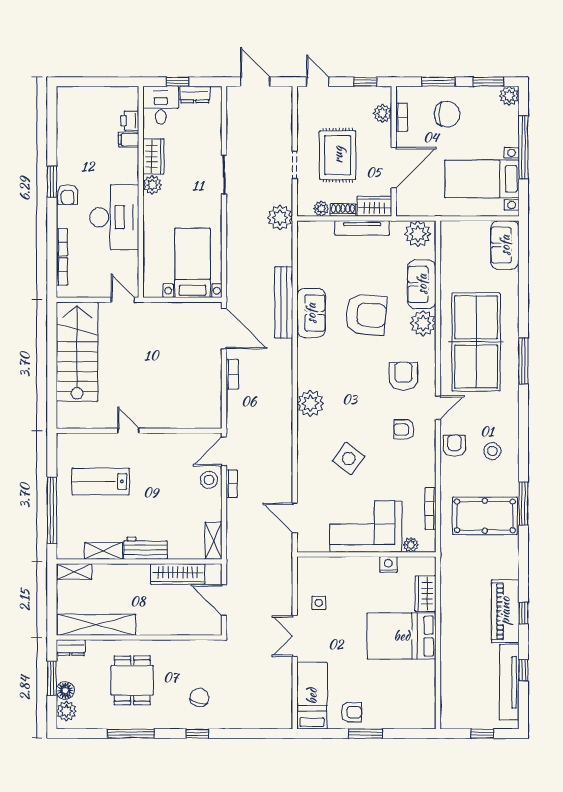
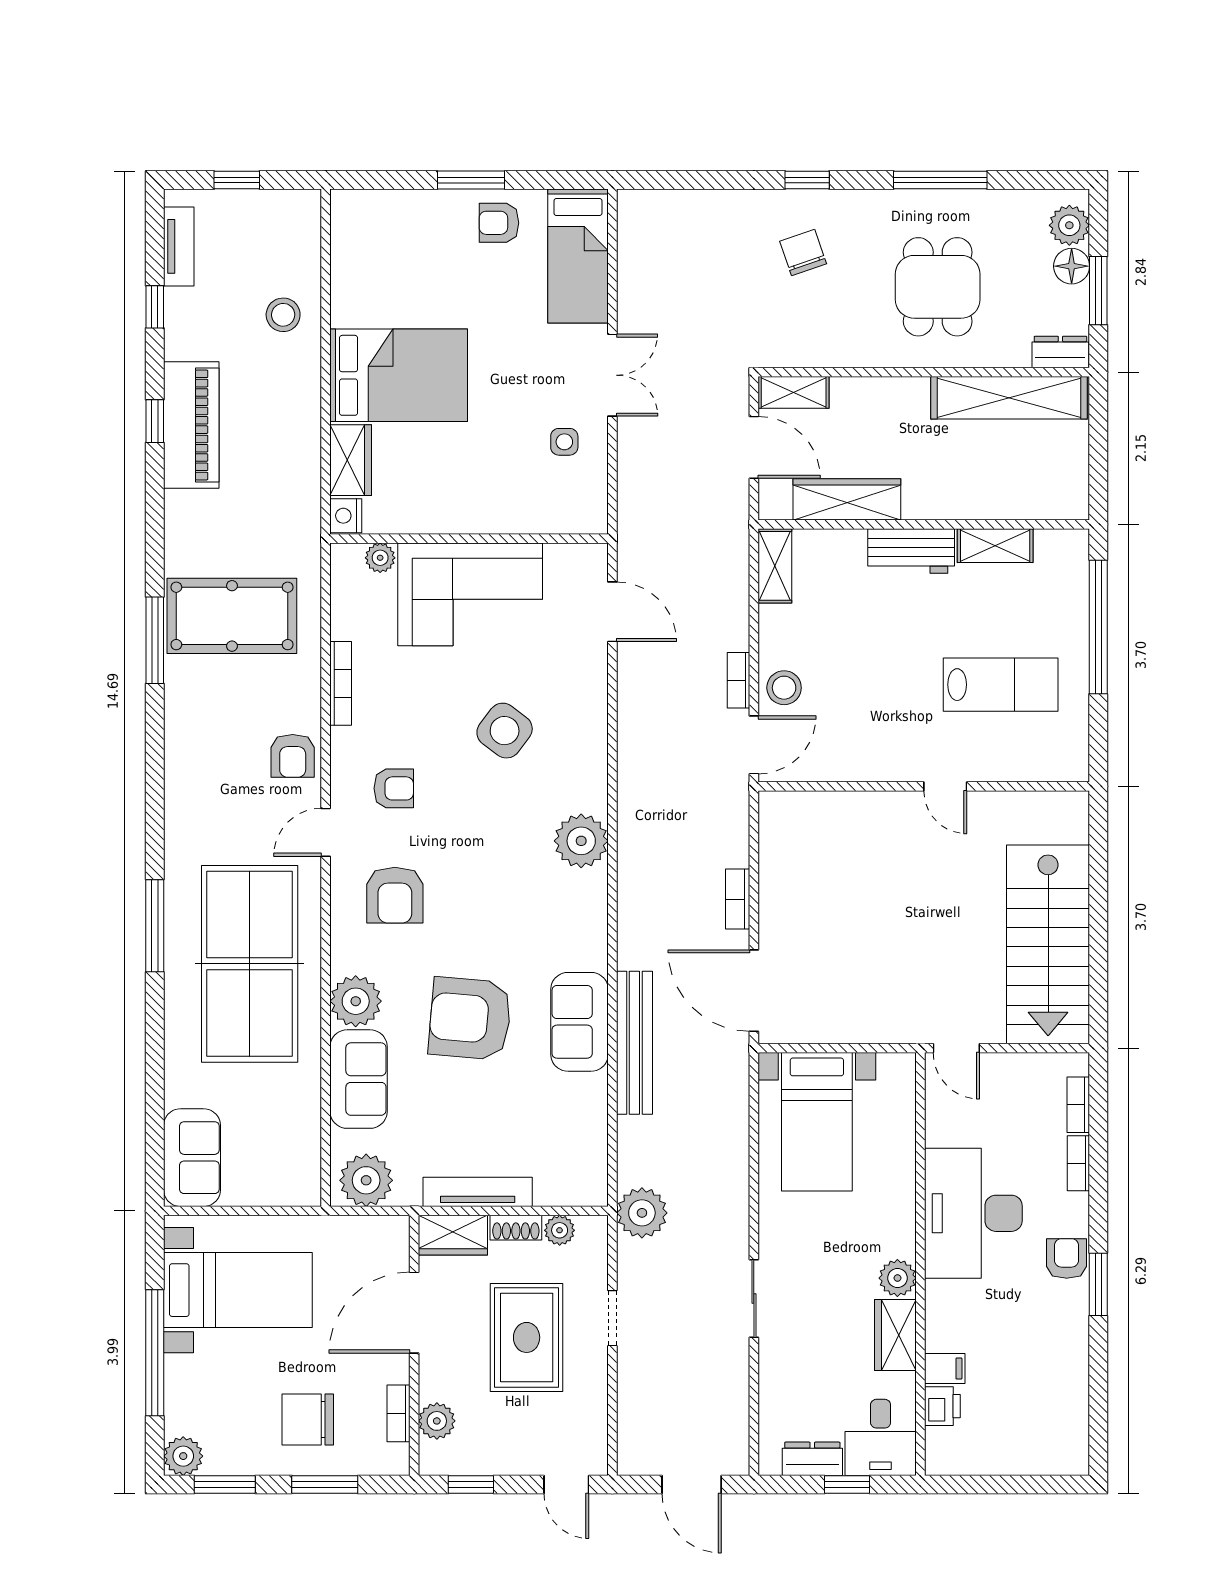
stool: (492, 451) -> (283, 315), moved
bookcase: (430, 509) -> (341, 683), moved
nightstand: (388, 564) -> (346, 516), moved, turned 90
shelving: (74, 572) -> (794, 392), moved
tv unit: (509, 682) -> (179, 246), width x0.52, depth x0.78
chair: (199, 697) -> (803, 252), turned 146

